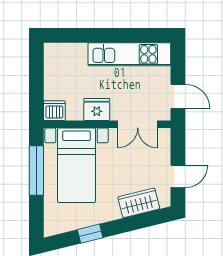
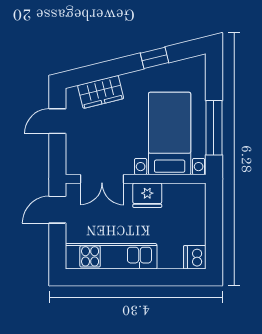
door: (178, 96) -> (57, 210), hinge flipped
dishwasher: (54, 111) -> (195, 257), moved, turned 90
double door: (138, 124) -> (102, 179), swing flipped

